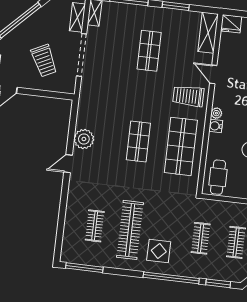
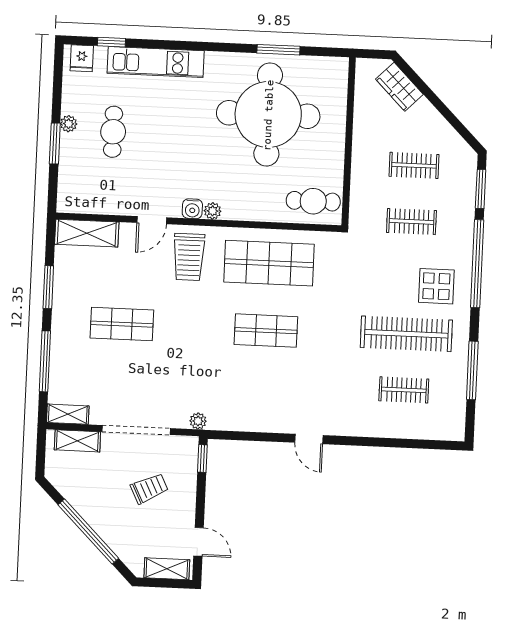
fridge: (231, 24) -> (70, 198), removed
trolley: (44, 61) -> (149, 488), width x0.73, depth x0.72
window: (61, 95) -> (202, 458), added
water cooler: (216, 126) -> (192, 209), moved
plant: (84, 139) -> (198, 421), moved, width x0.53, depth x0.53
window: (84, 268) -> (472, 370), moved

